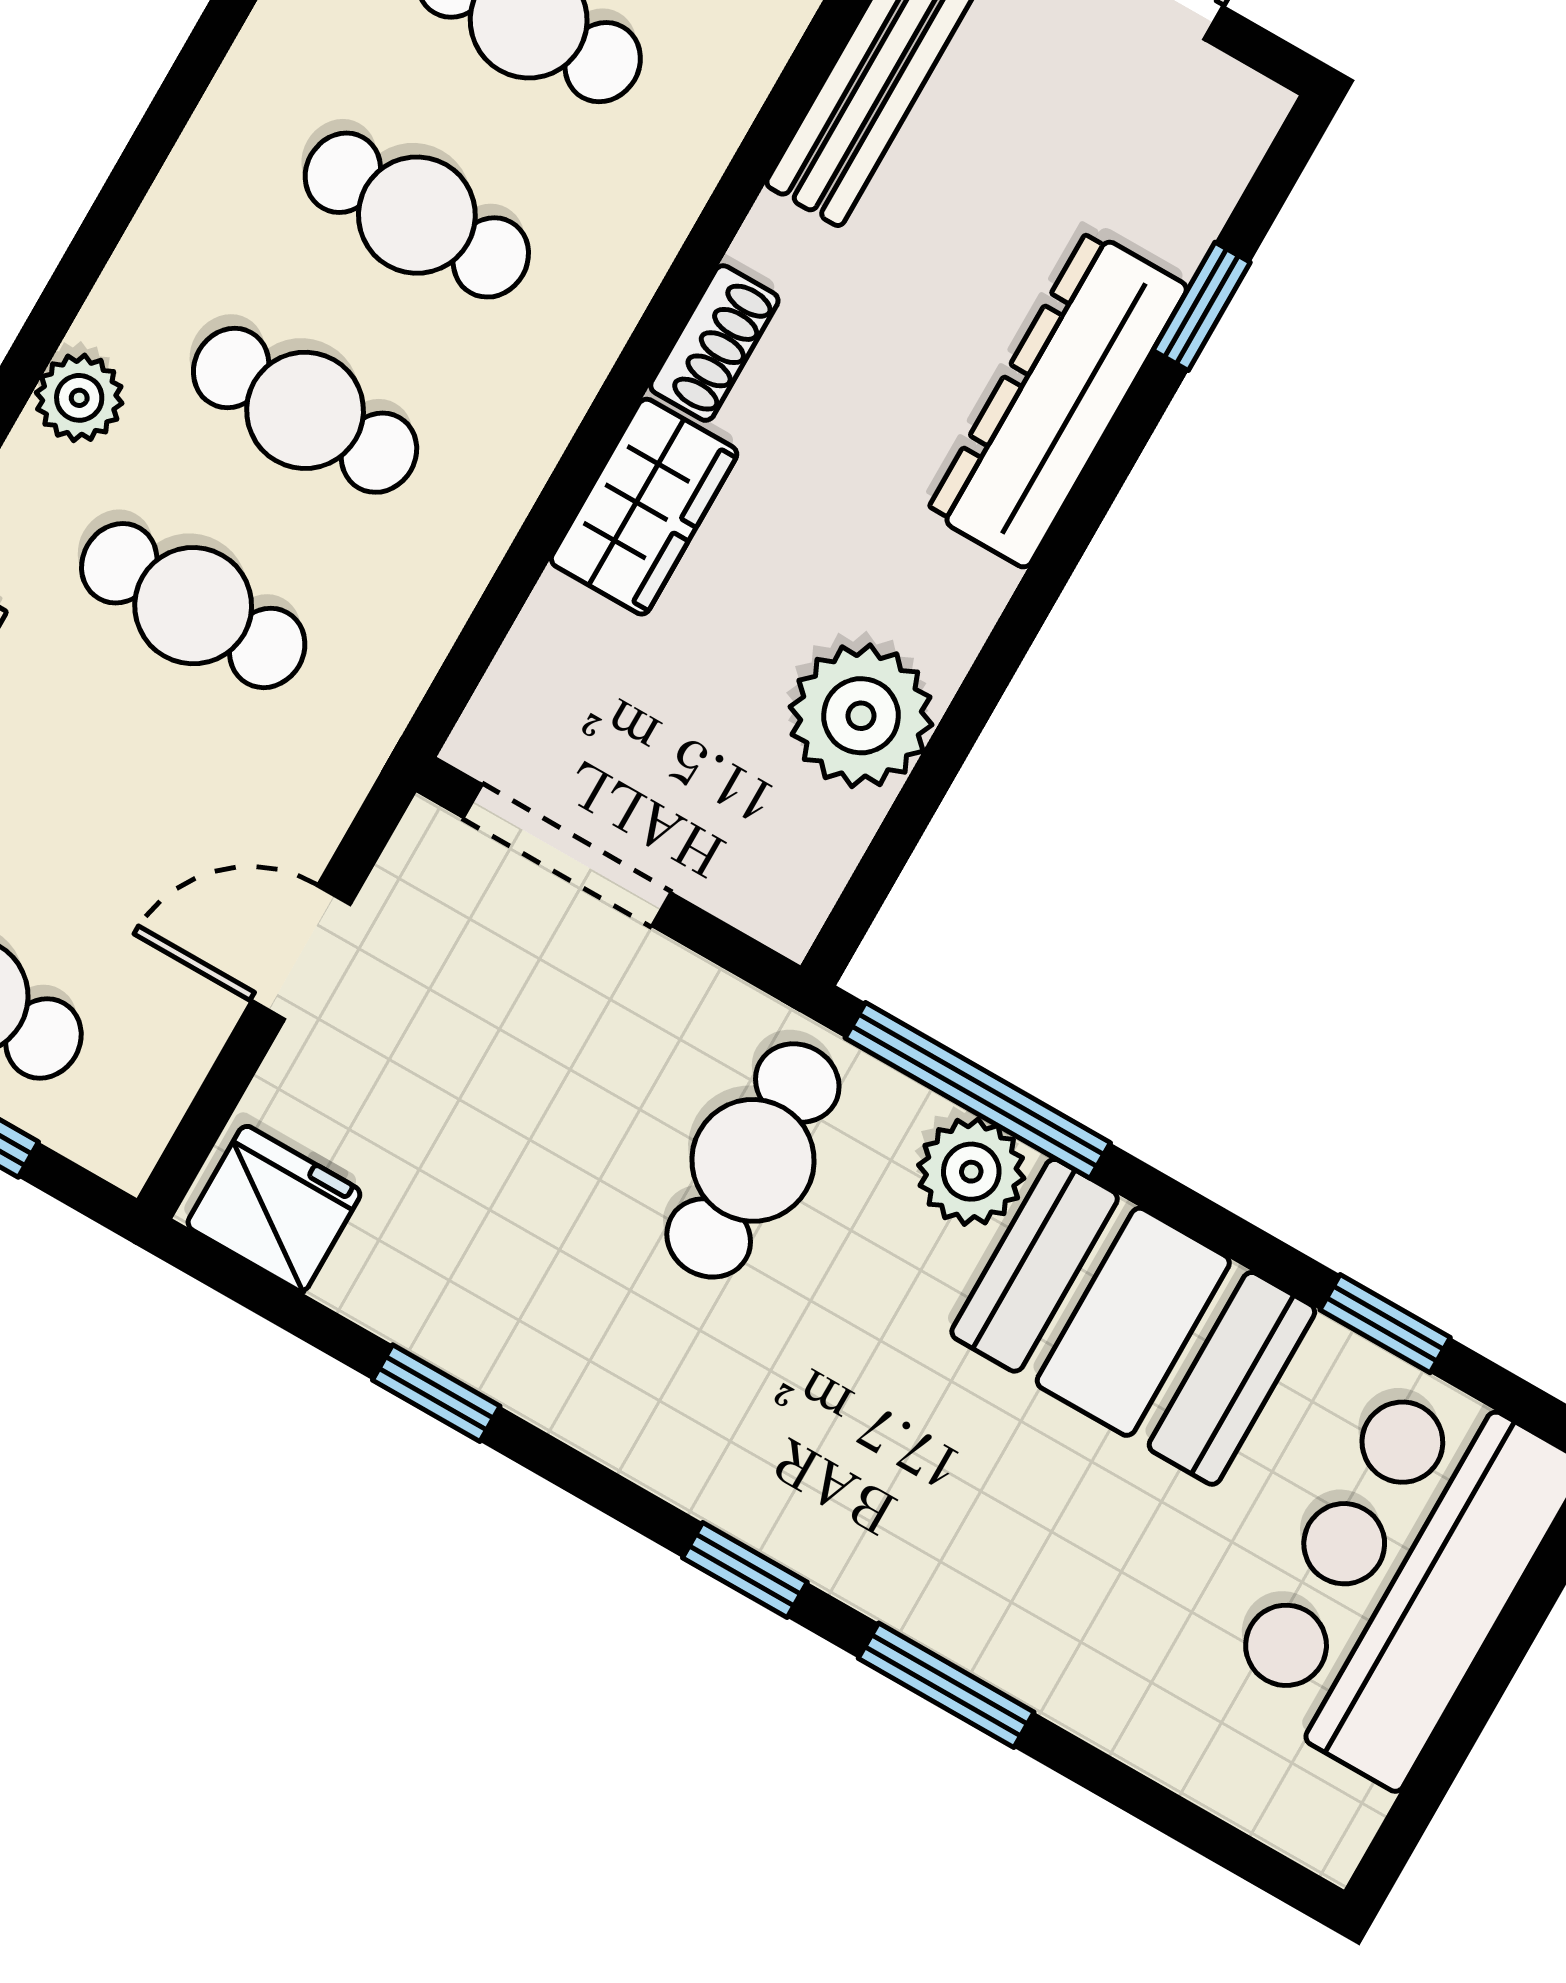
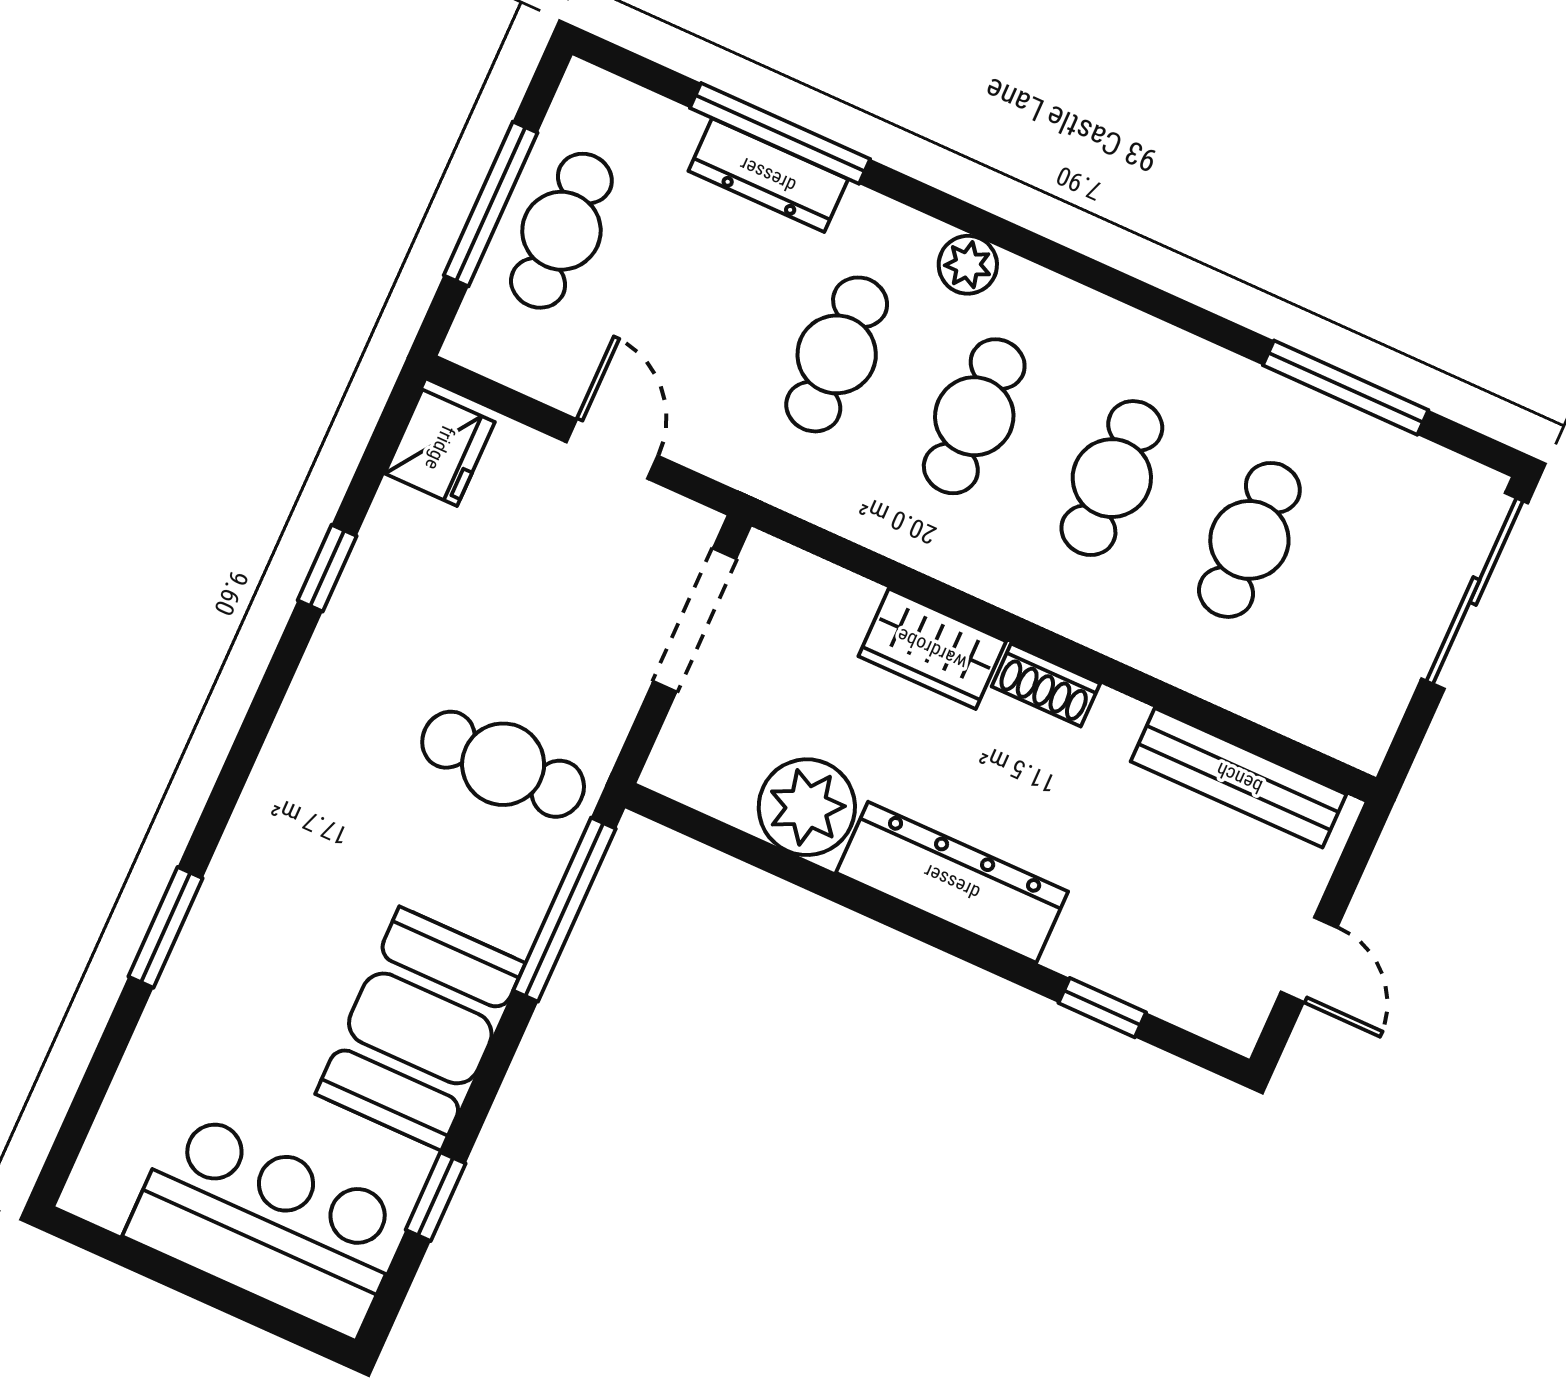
dresser: (1058, 399) -> (952, 882), moved
plant: (971, 1172) -> (510, 911), removed
window: (745, 1570) -> (229, 786), removed

